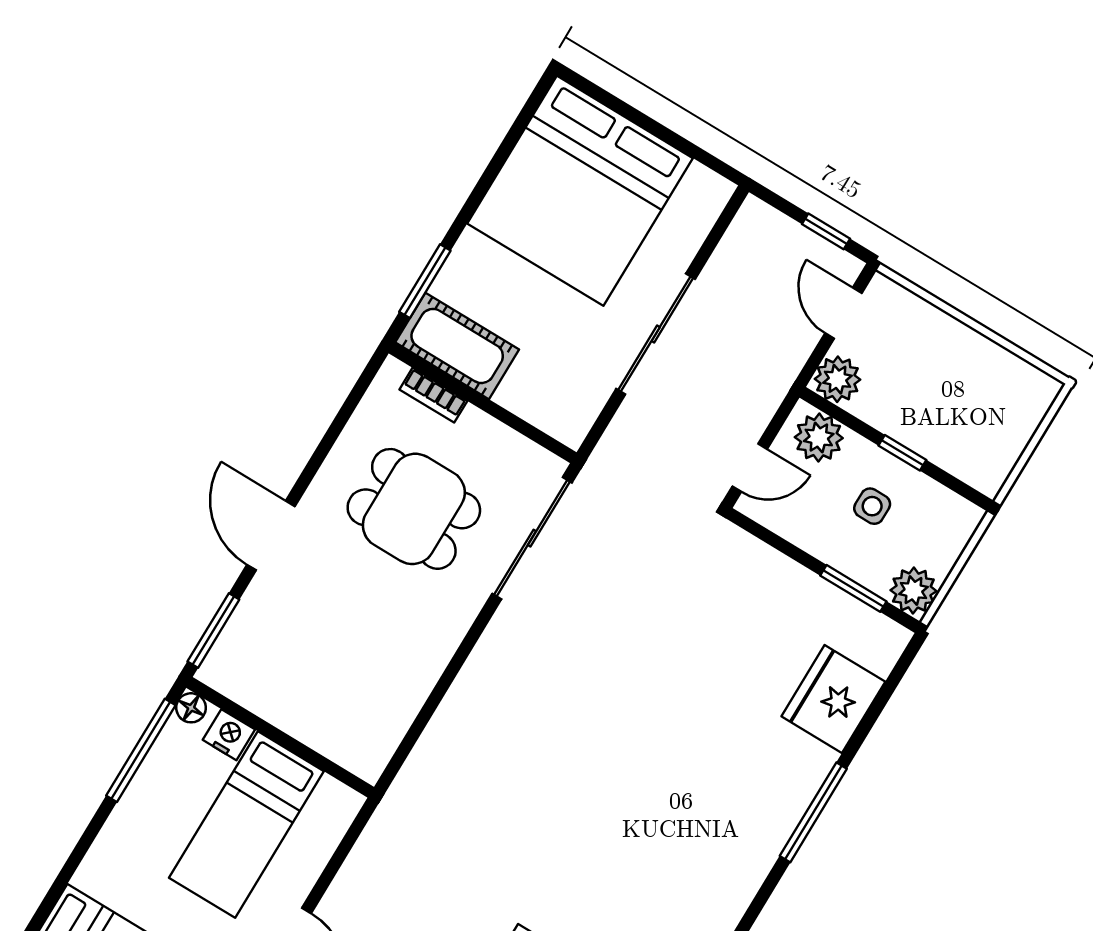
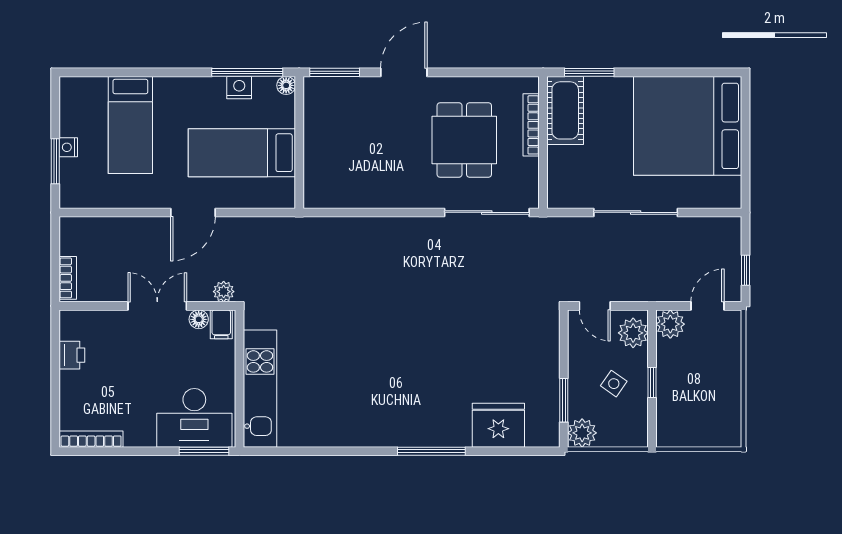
bookcase: (433, 395) -> (531, 125), width x1.56
side table: (872, 506) -> (614, 384), turned 35
nightstand: (229, 735) -> (239, 88), moved, turned -90

